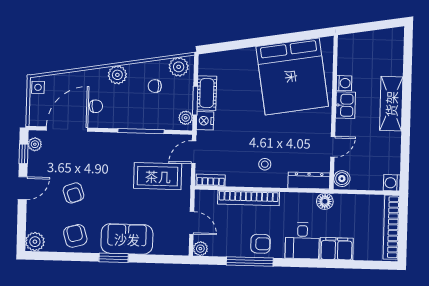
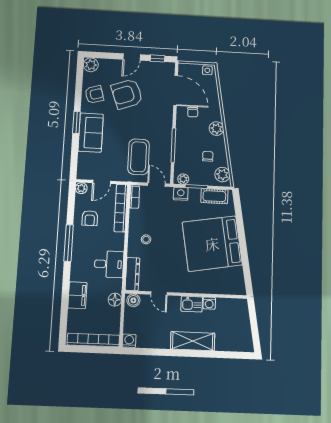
bed: (292, 76) -> (212, 244), moved
cot: (207, 93) -> (214, 196), moved
plant: (35, 144) -> (165, 67), removed
door: (23, 188) -> (132, 57), hinge flipped
armchair: (73, 193) -> (127, 94), width x1.88, depth x1.88
bookcase: (249, 198) -> (121, 208), moved
floor lamp: (325, 201) -> (115, 300), moved
desk: (302, 241) -> (109, 264), moved, turned 180
armchair: (261, 244) -> (90, 218), moved
window: (250, 262) -> (69, 243), moved

